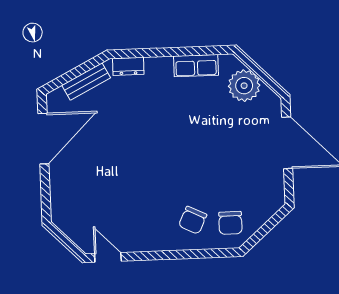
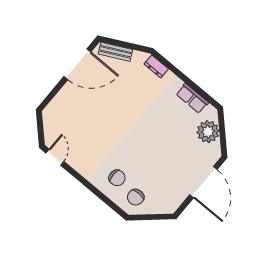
bench: (86, 82) -> (115, 52), moved
chair: (193, 220) -> (117, 178), turned -116

